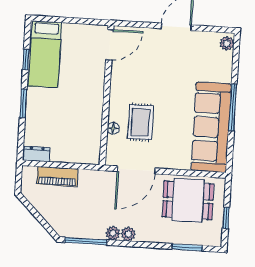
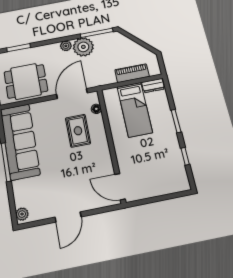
door: (110, 45) -> (120, 187), hinge flipped
bed: (45, 54) -> (135, 110), moved, turned 180
floor lamp: (113, 128) -> (96, 109), moved
plant: (113, 233) -> (83, 47), width x1.88, depth x1.88

